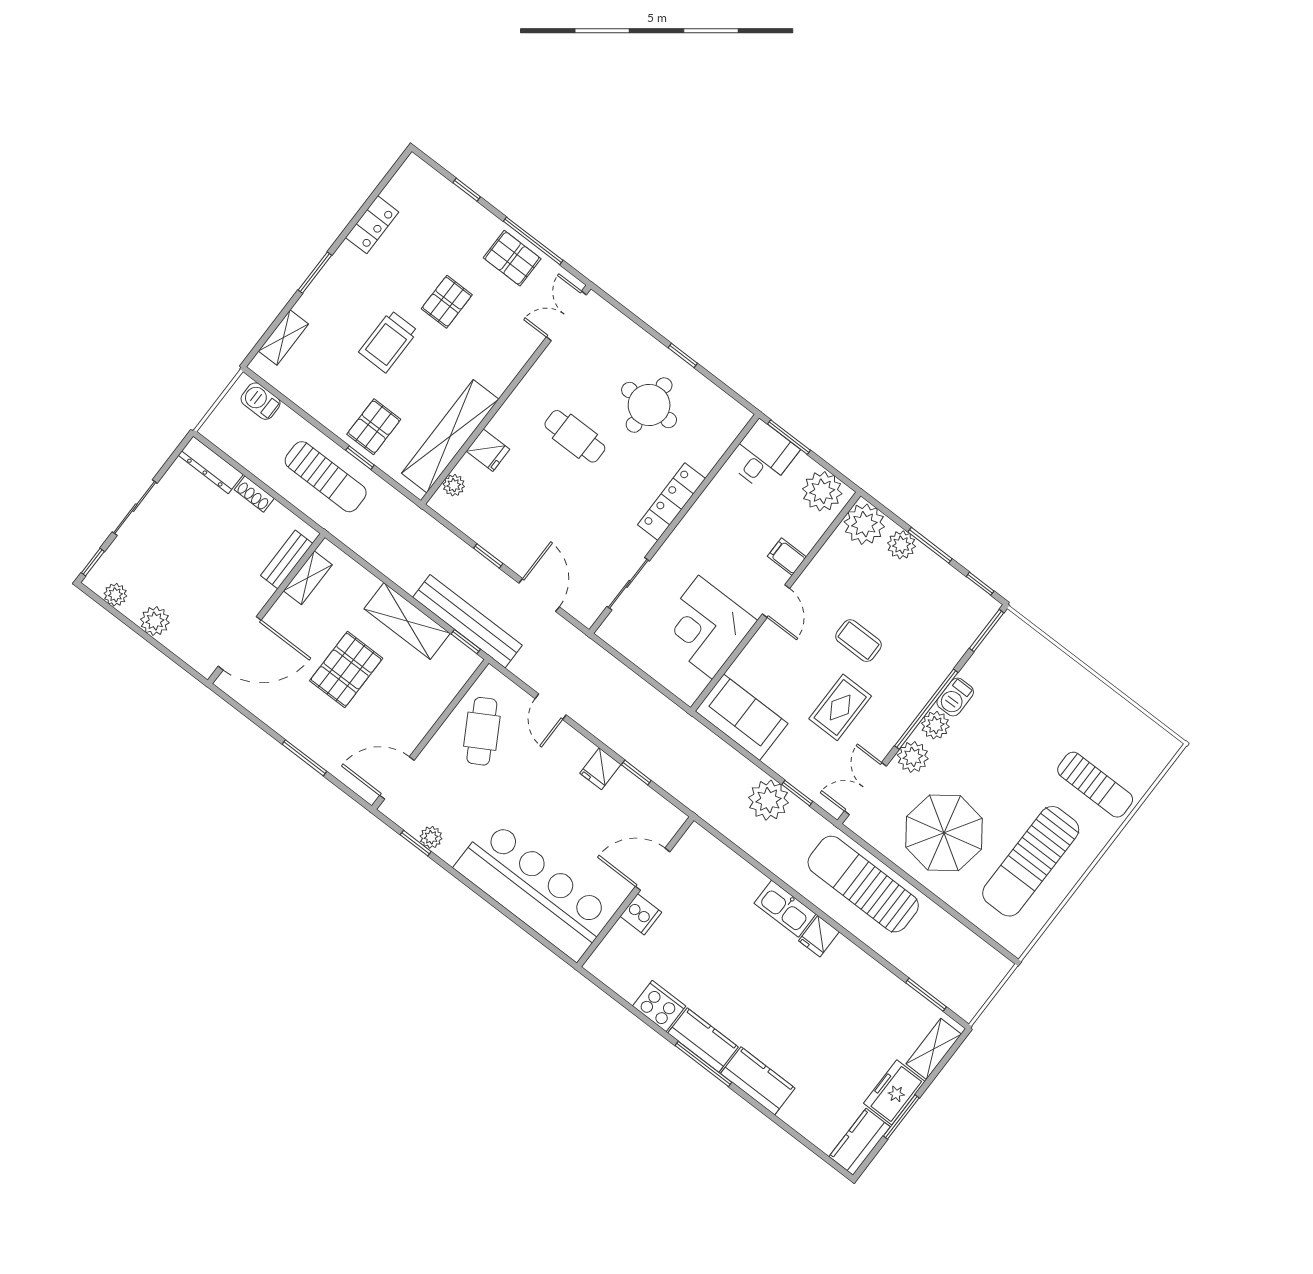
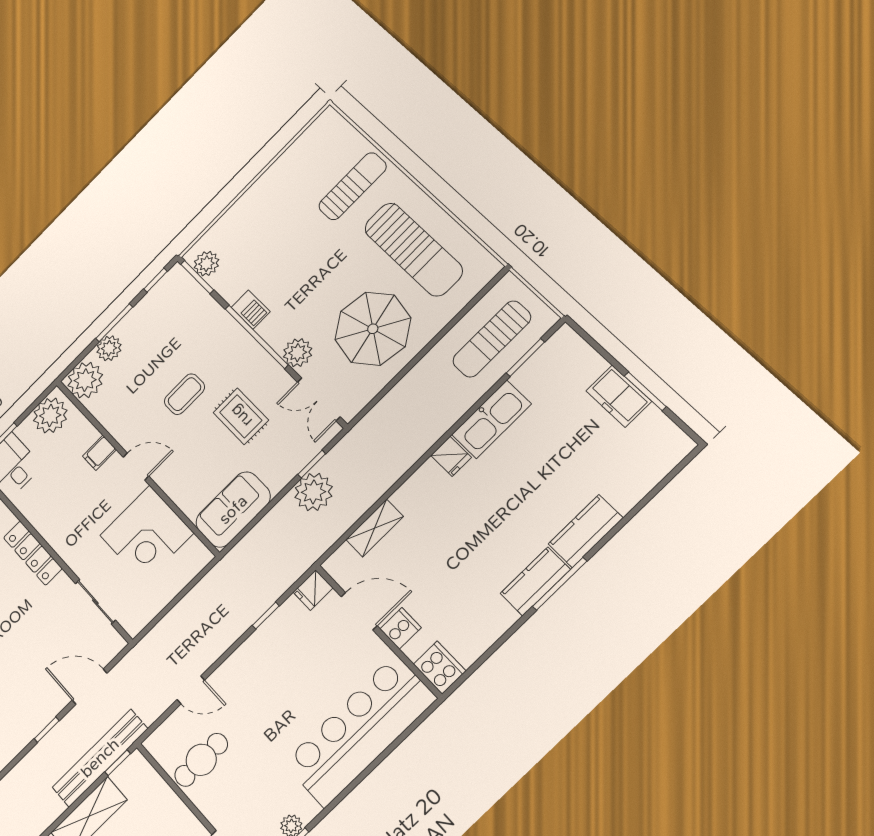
plant: (935, 725) -> (206, 264), moved
cafe table: (482, 731) -> (201, 760), turned -60
fridge: (600, 769) -> (313, 590), moved, turned 90
door: (653, 869) -> (359, 611), swing flipped
sun lounger: (863, 884) -> (492, 339), moved, width x0.73, depth x0.75
kitchen sink: (785, 909) -> (491, 419), moved, width x1.36, depth x1.24
cooker: (659, 1006) -> (440, 668), moved, turned 90
shelving: (934, 1049) -> (375, 528), moved, turned 90
kitchen counter: (860, 1142) -> (664, 435), removed

